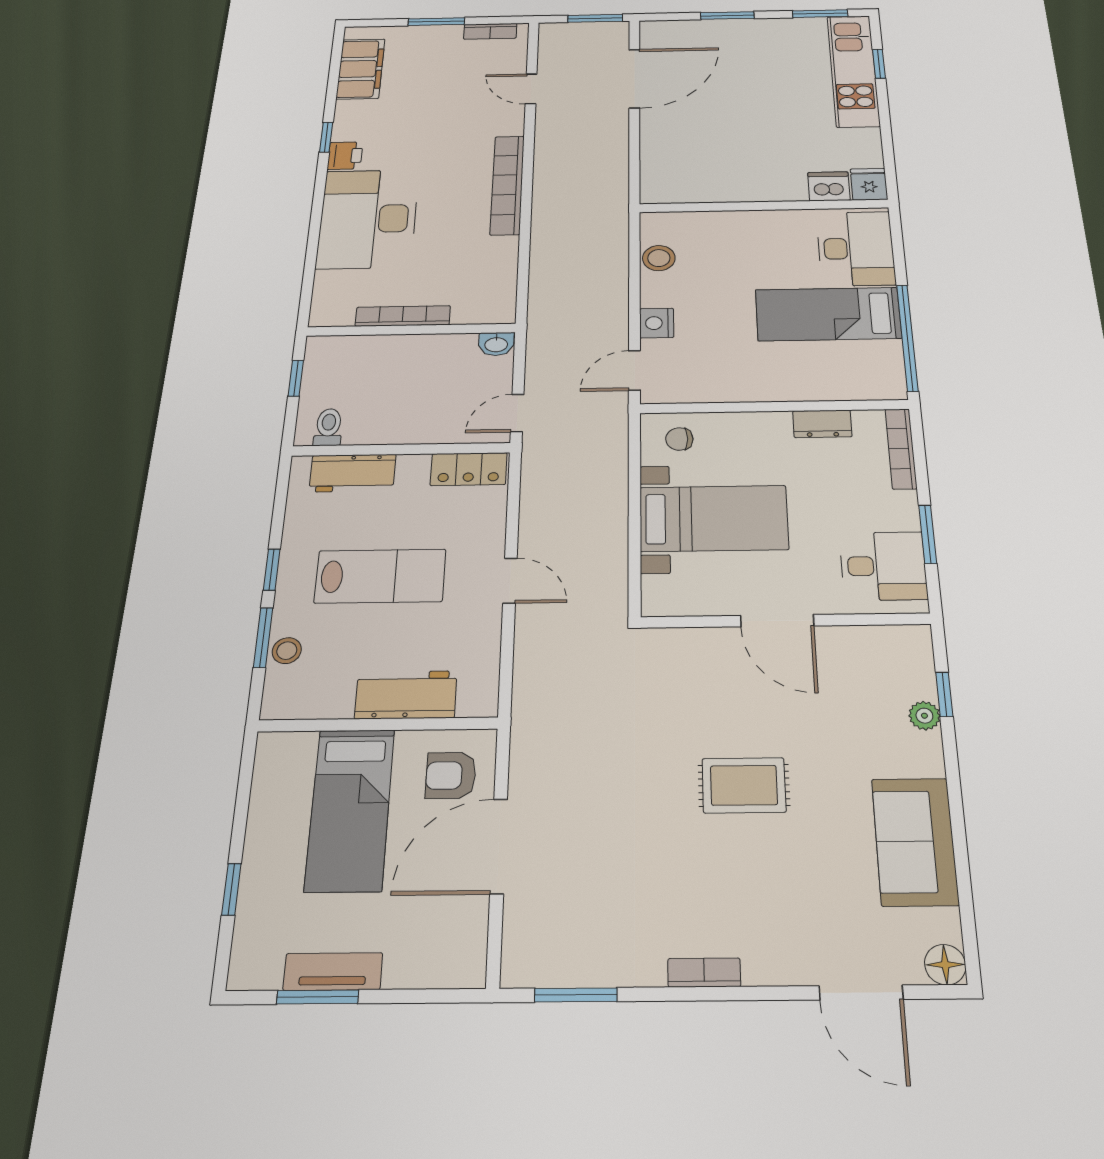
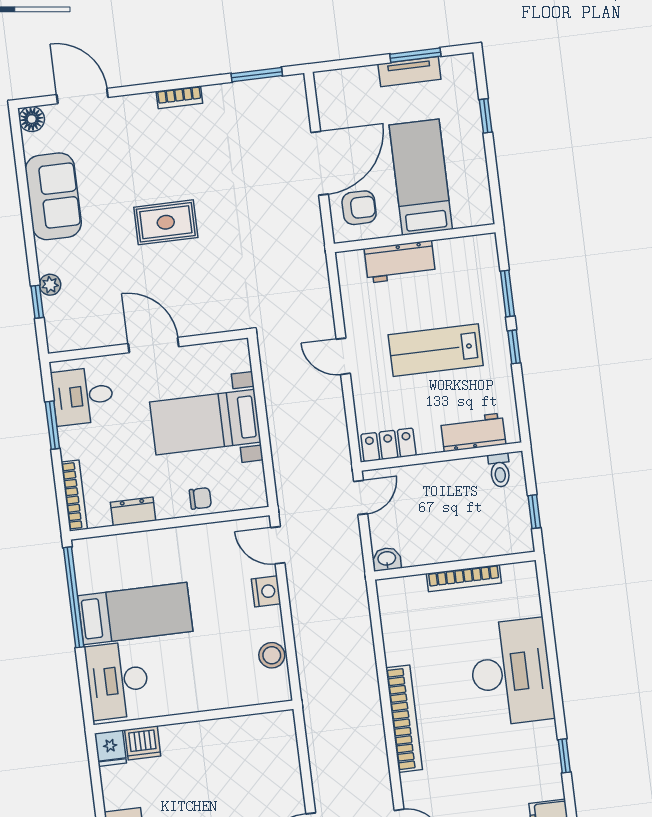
printer: (345, 156) -> (544, 737), removed
door: (634, 370) -> (278, 545), swing flipped
chair: (679, 439) -> (200, 498), moved
stool: (287, 651) -> (489, 286), removed

